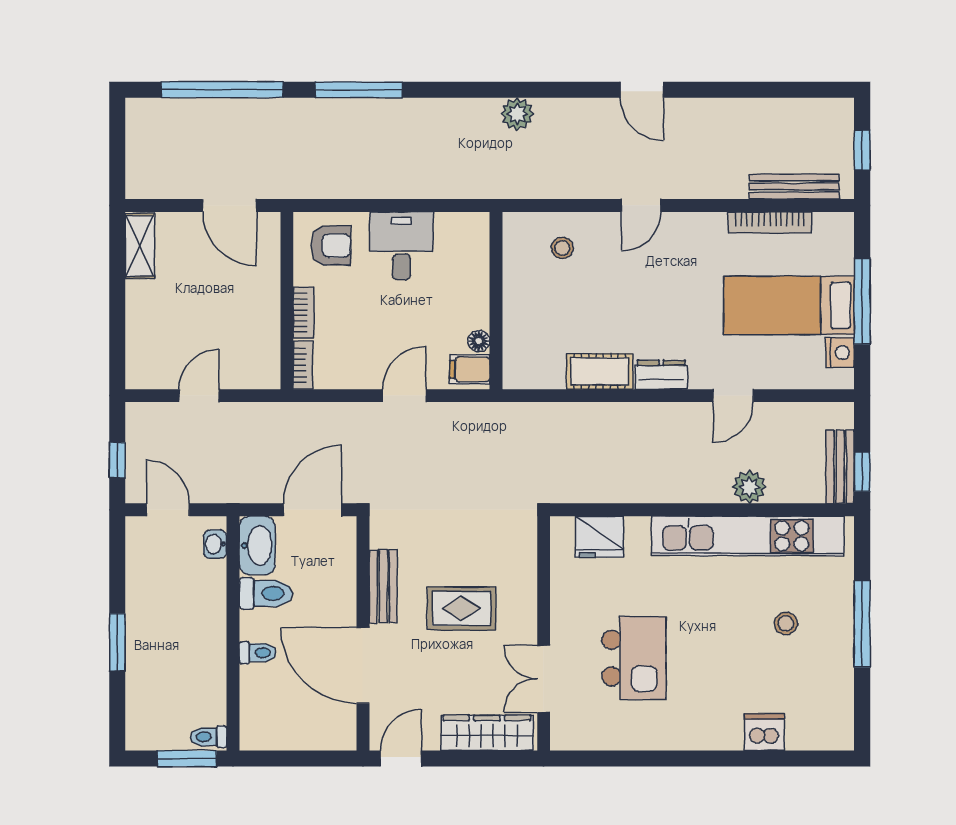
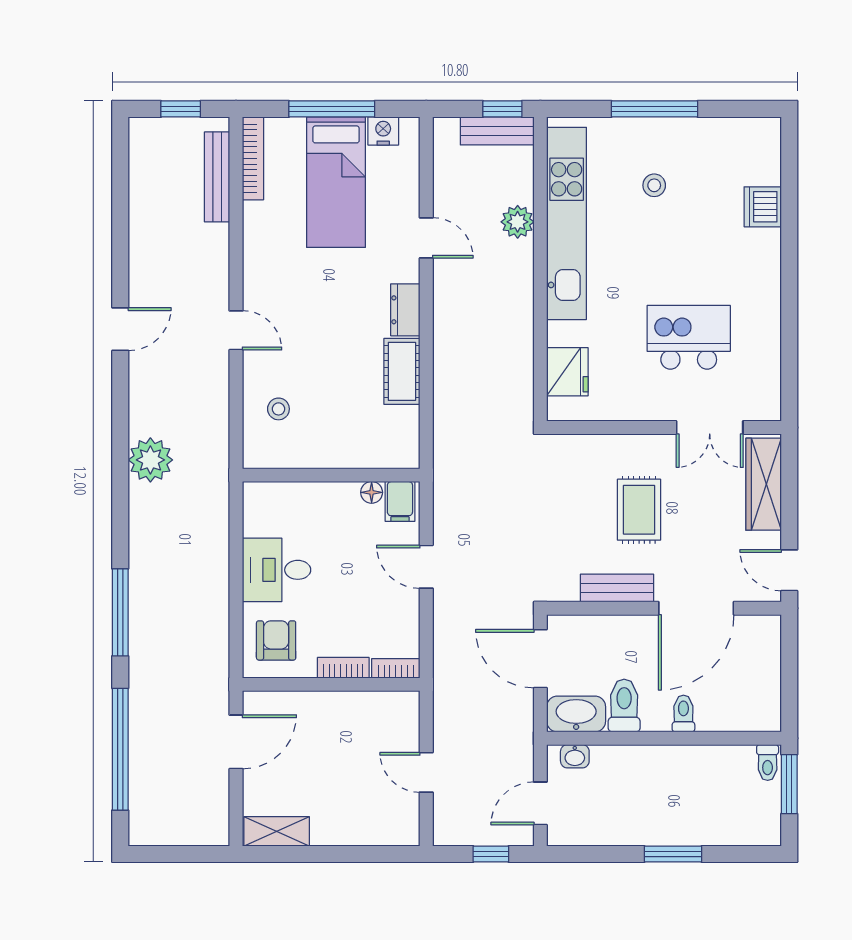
plant: (517, 114) -> (150, 460), width x1.36, depth x1.36
bookcase: (770, 222) -> (253, 158), moved

